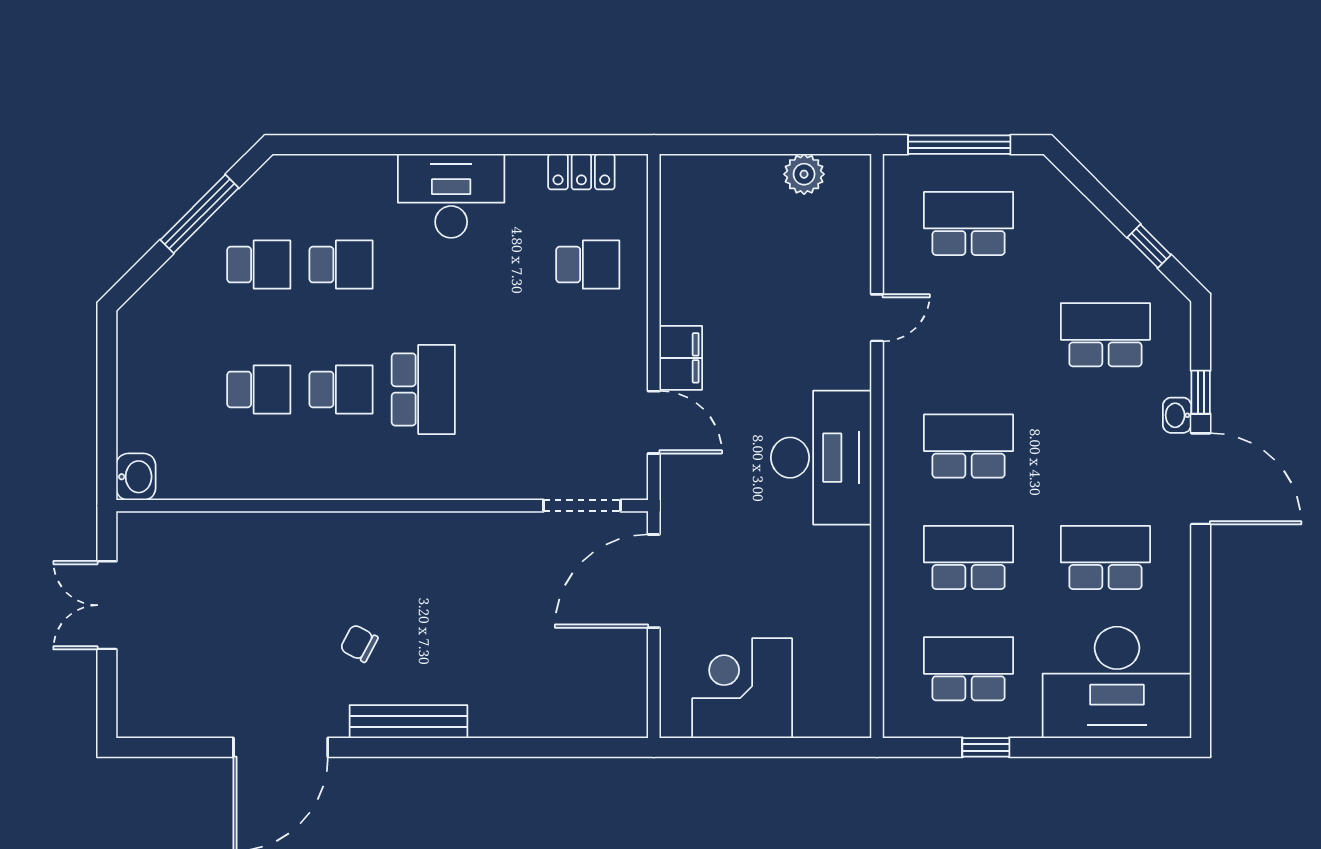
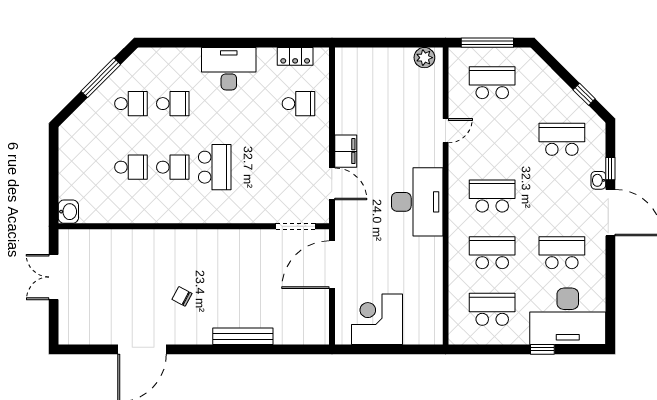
plant: (804, 174) -> (424, 58), moved
bench: (408, 722) -> (243, 336), moved
window: (986, 747) -> (542, 349), moved

